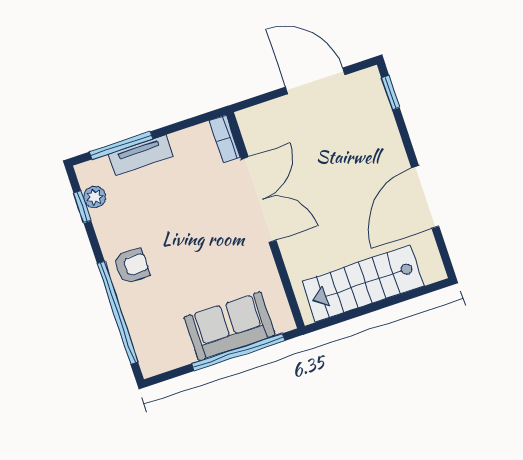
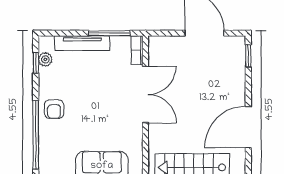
window: (121, 145) -> (109, 33), moved
tv unit: (141, 155) -> (82, 43), width x1.41
armchair: (132, 266) -> (54, 109), turned 90

